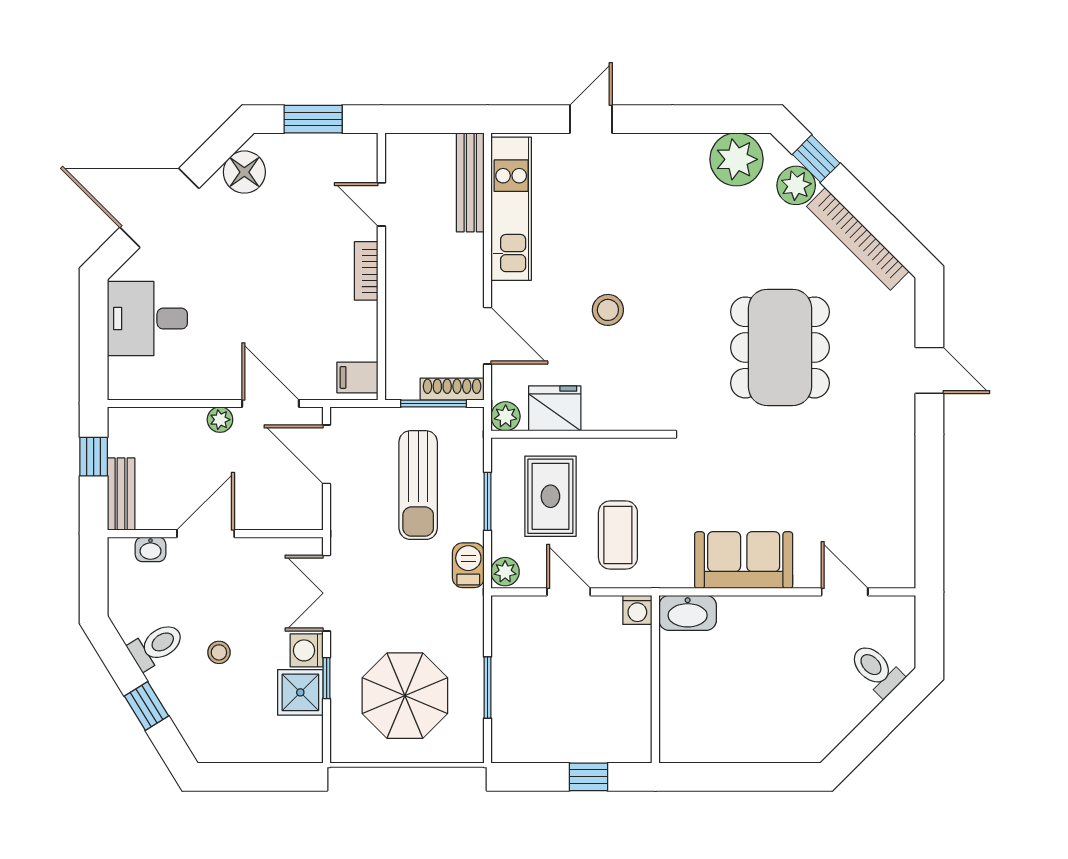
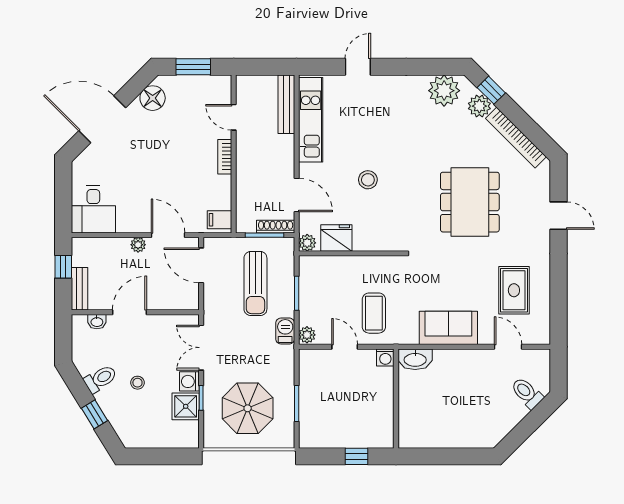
desk: (147, 319) -> (93, 209), moved, turned -90
rug: (550, 496) -> (514, 290), moved

